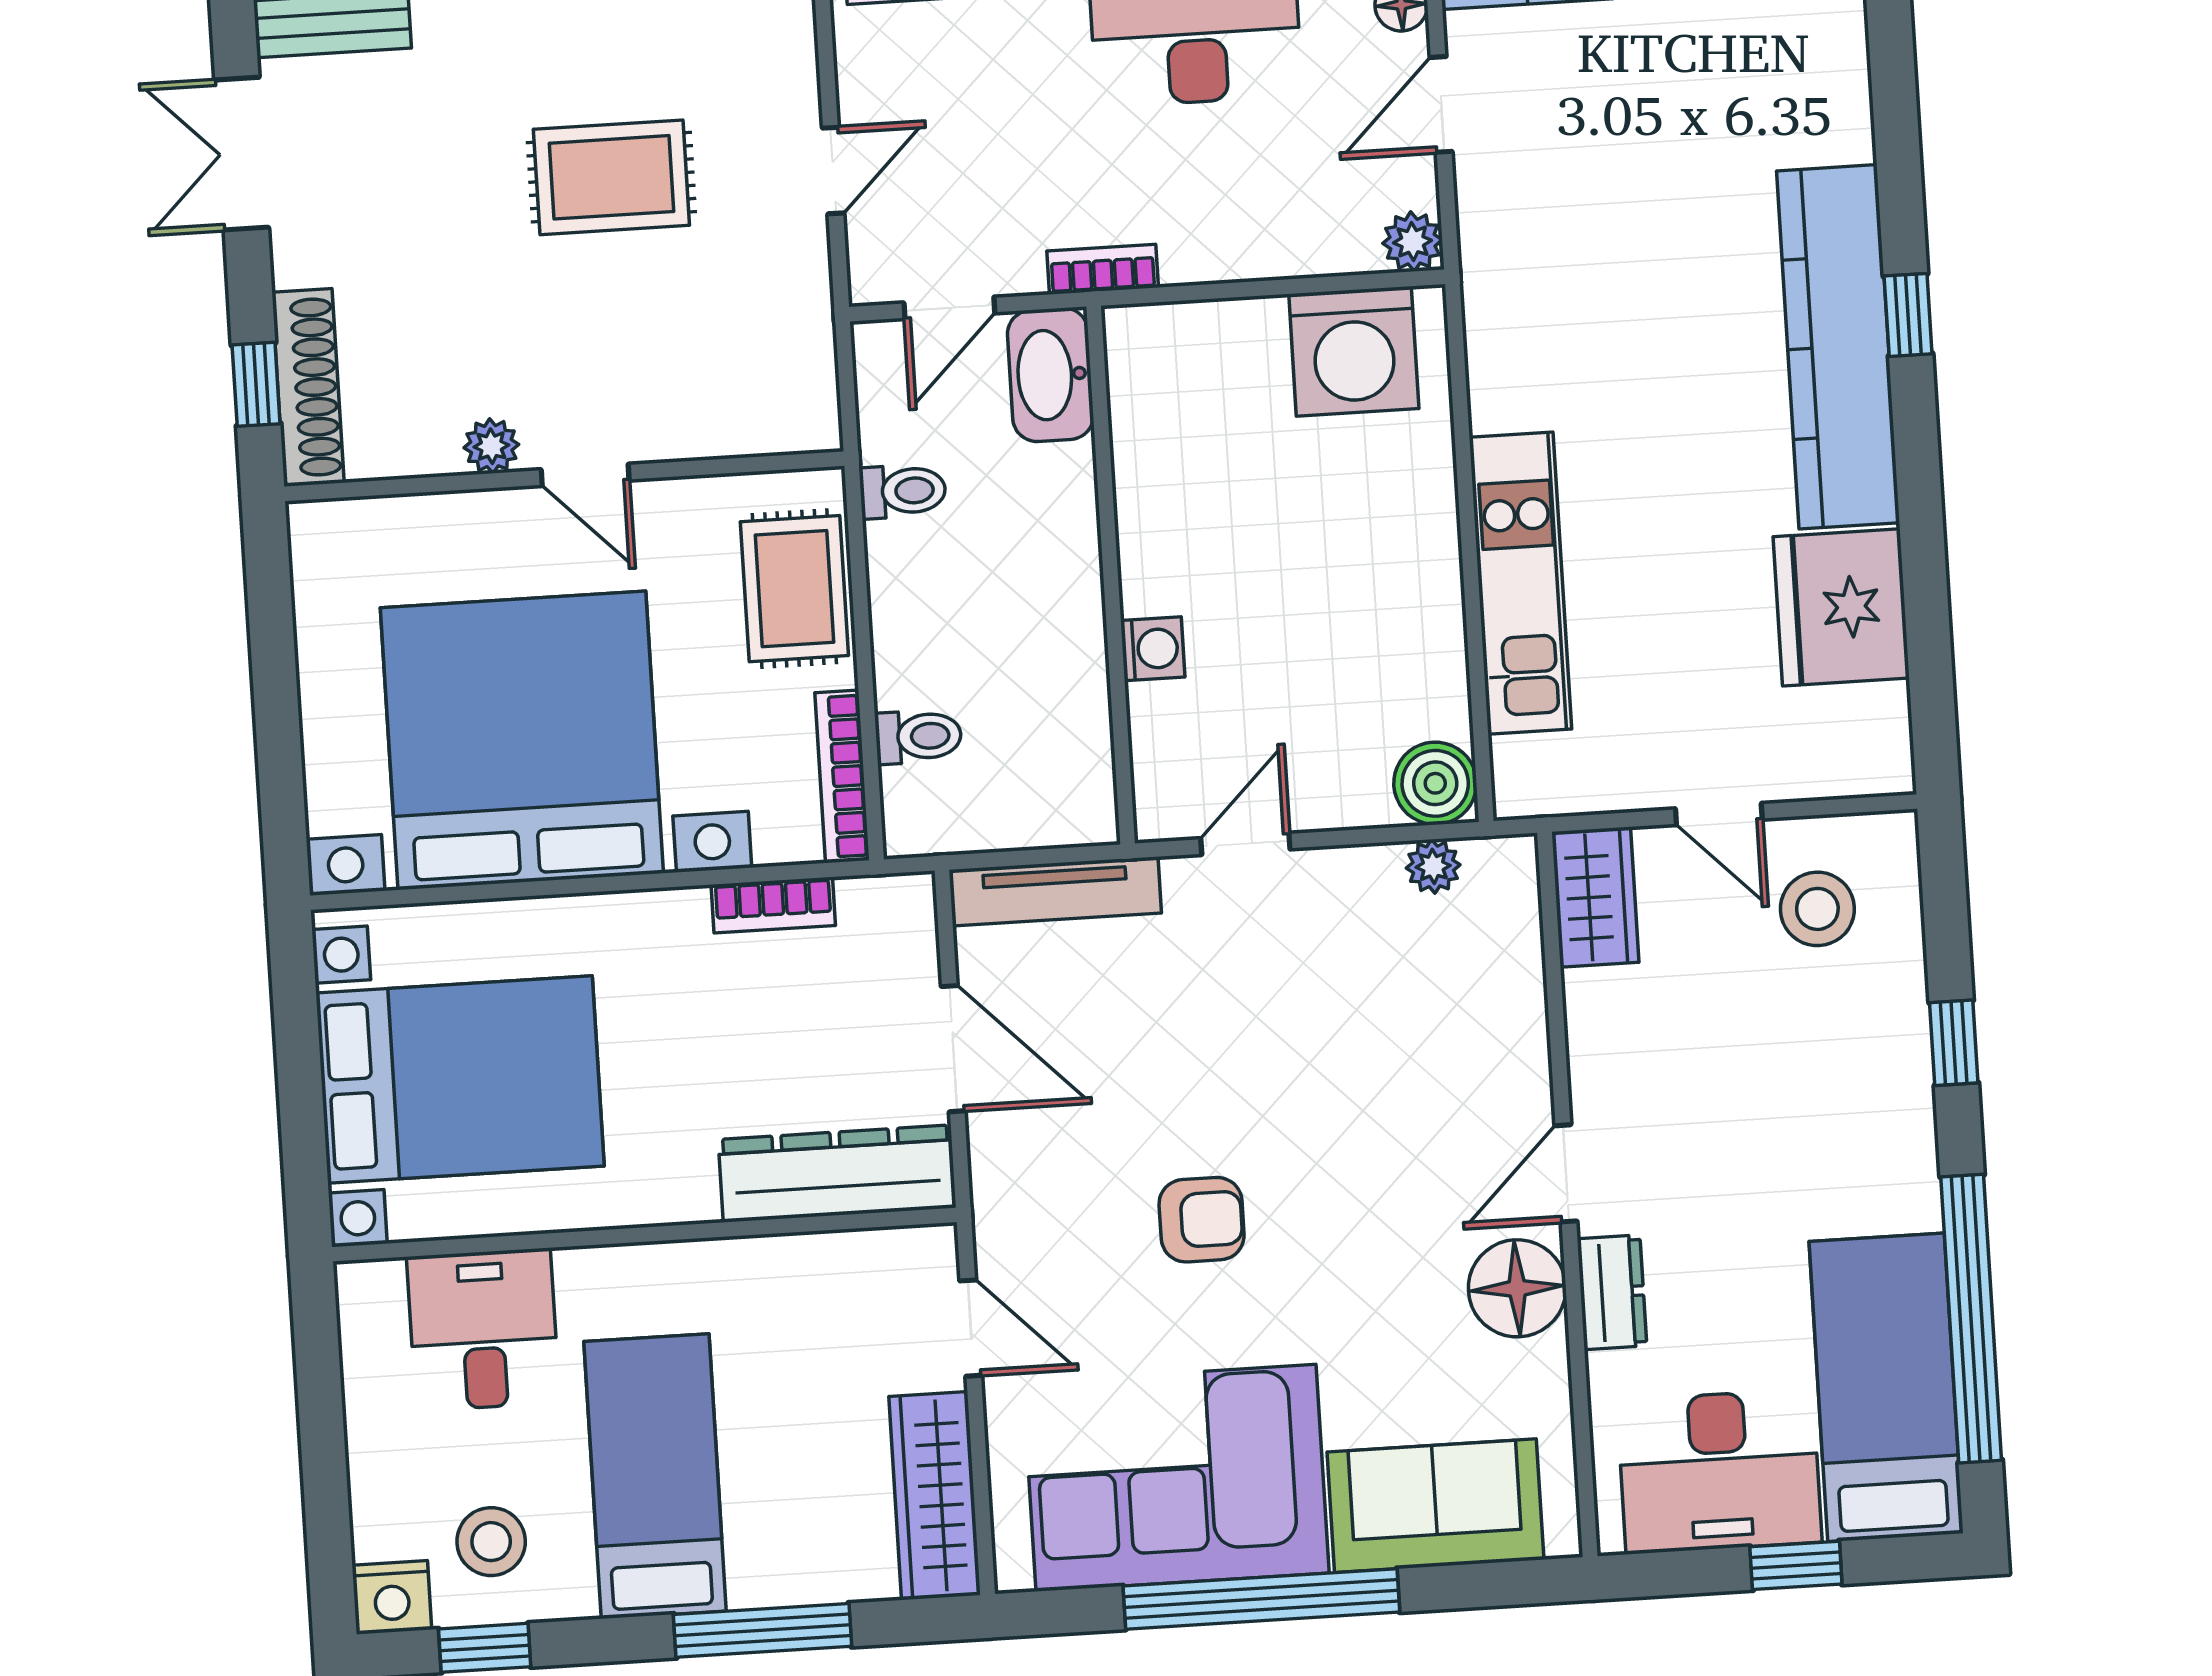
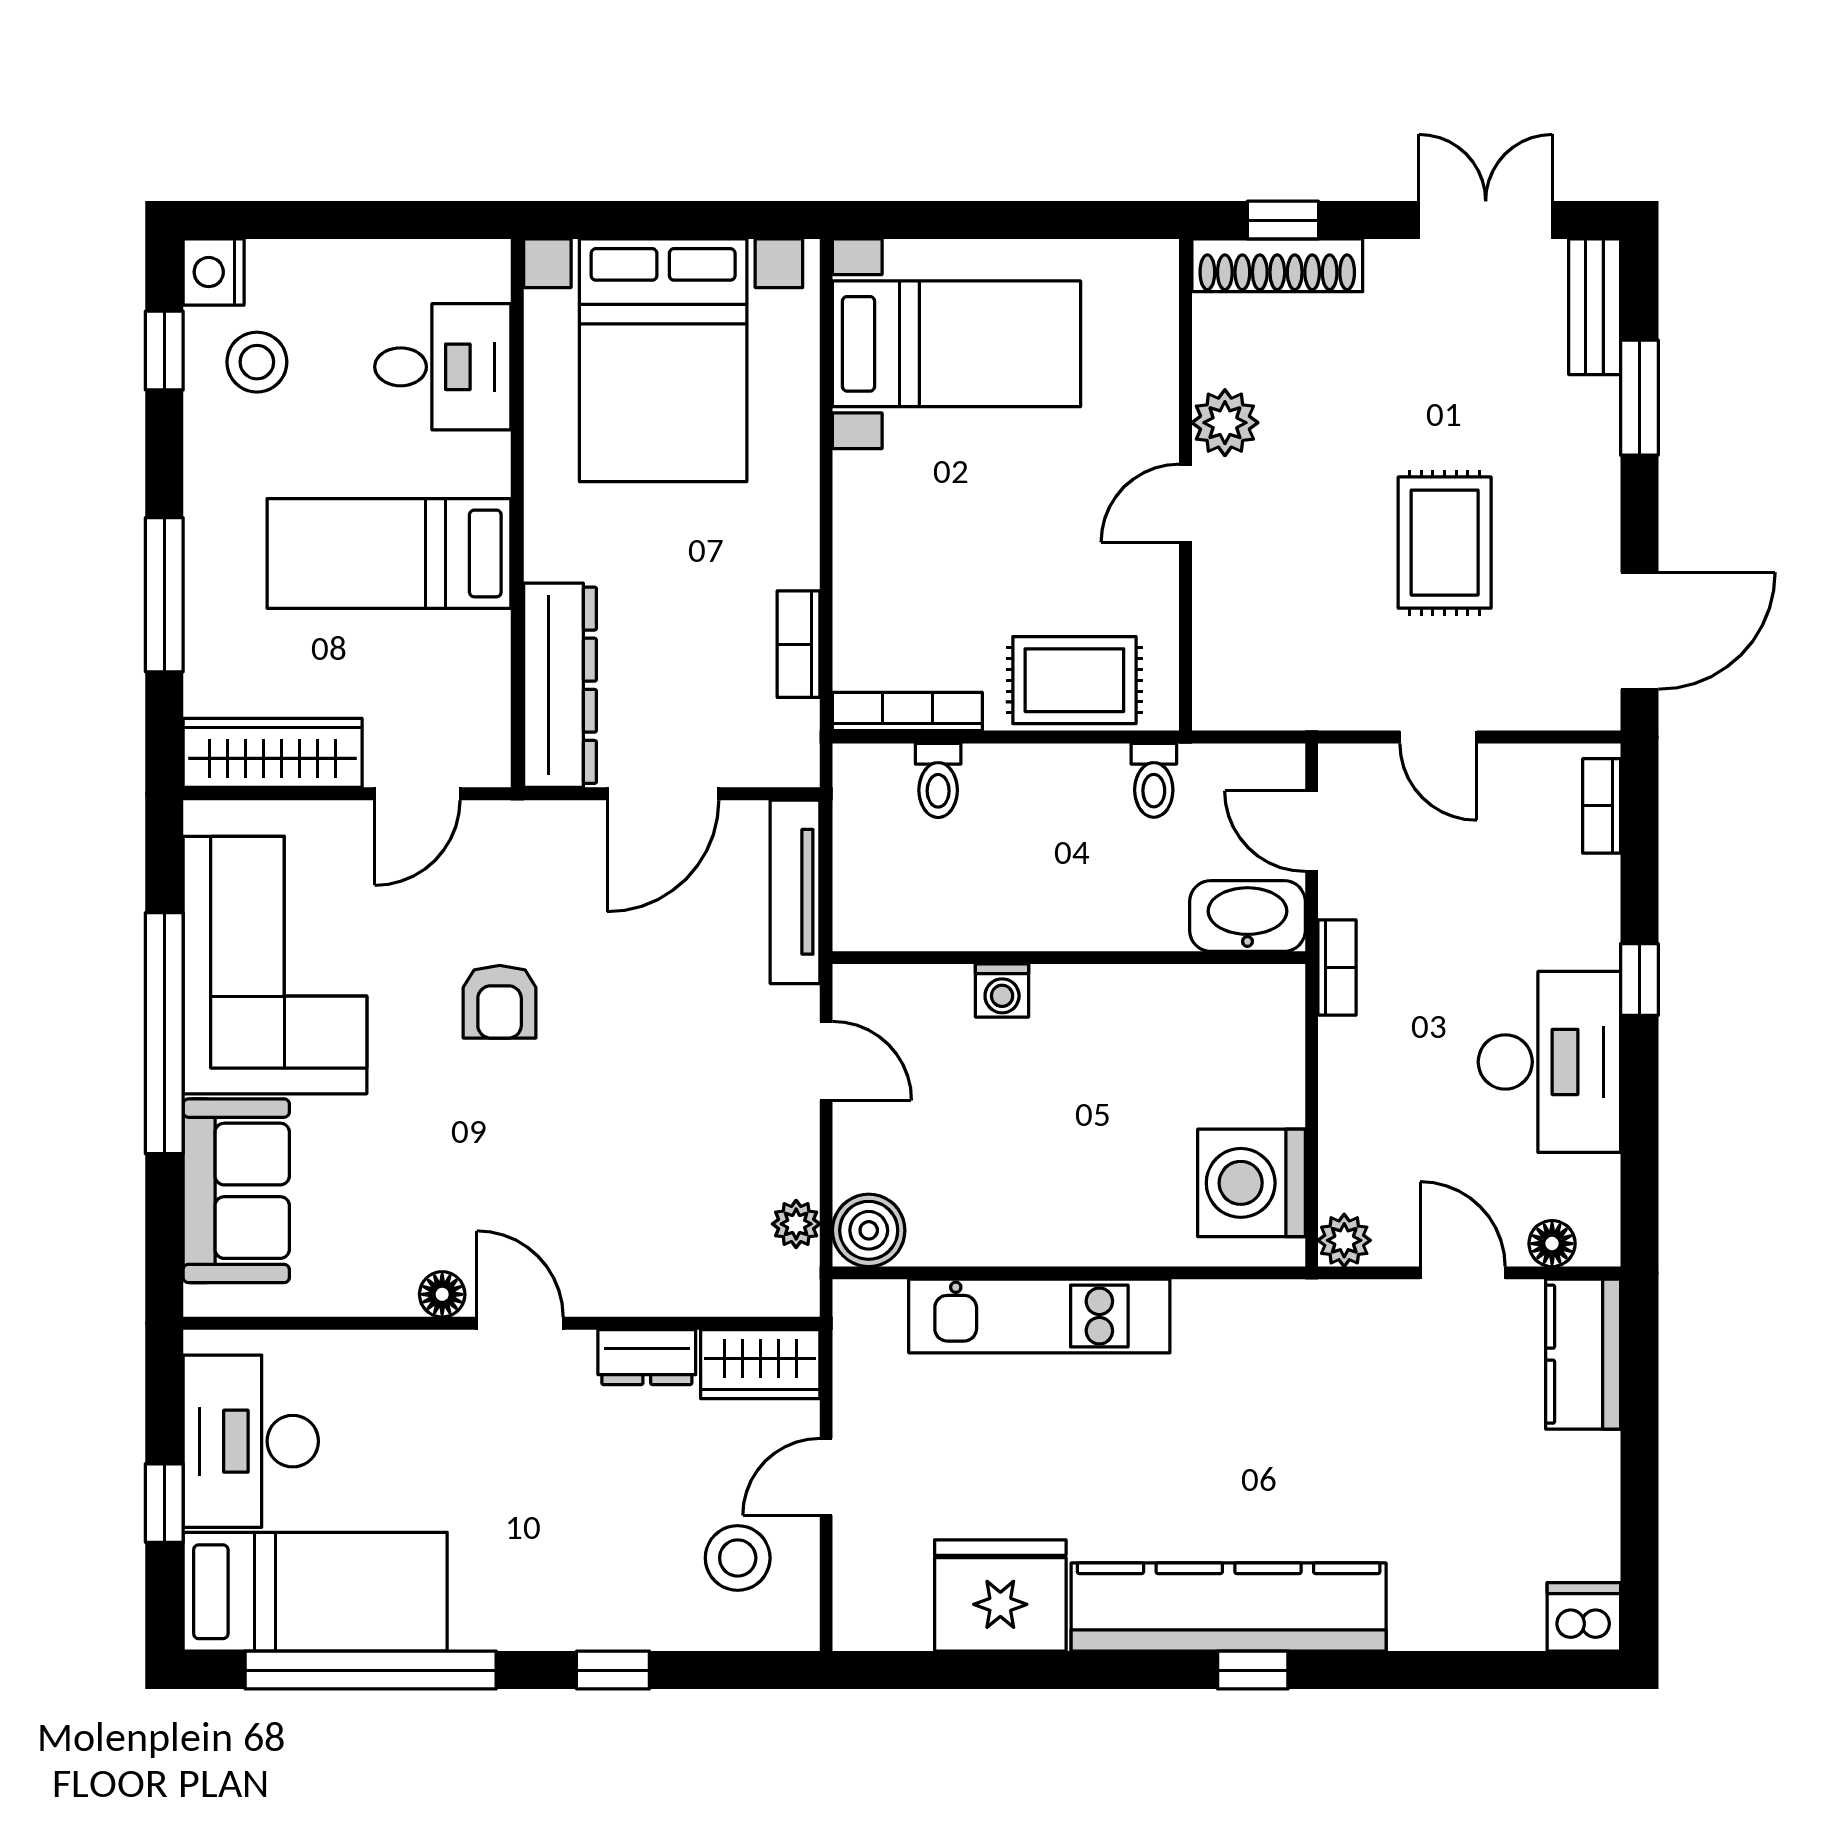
plant: (491, 446) -> (1225, 423), width x1.38, depth x1.38
bed with nightstands: (522, 740) -> (957, 344), width x0.54
floor lamp: (1517, 1288) -> (442, 1294), width x0.53, depth x0.53
dresser: (1612, 1292) -> (647, 1357), moved
bed: (655, 1476) -> (389, 553), moved, turned 180

